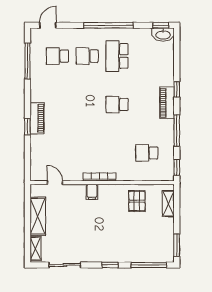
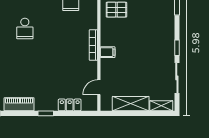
piano: (37, 118) -> (19, 104), moved
locker: (36, 152) -> (70, 105), added
window: (110, 265) -> (177, 48), moved

